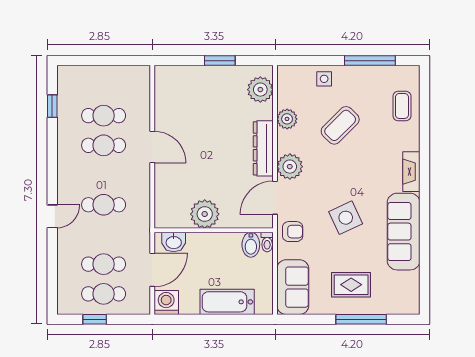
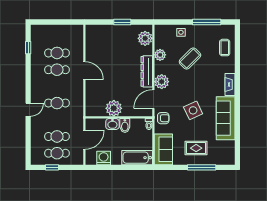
washbasin: (174, 242) -> (112, 124), moved
bidet: (251, 245) -> (125, 126), moved
washing machine: (166, 302) -> (104, 158), moved
bathtub: (227, 302) -> (137, 158), moved

